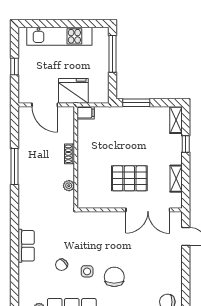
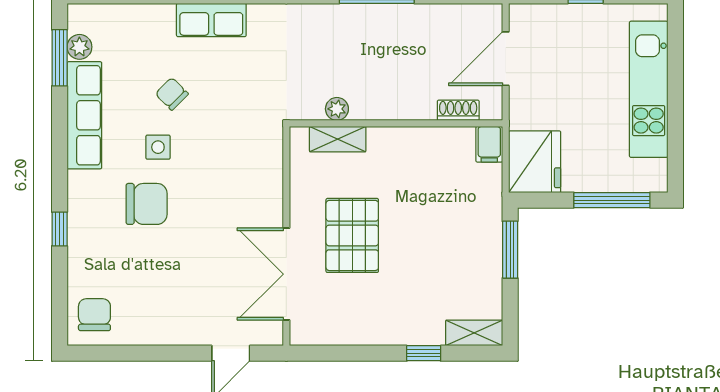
fridge: (73, 91) -> (535, 162), moved
shoe rack: (69, 154) -> (458, 110), moved
shelving: (176, 179) -> (338, 139), moved

